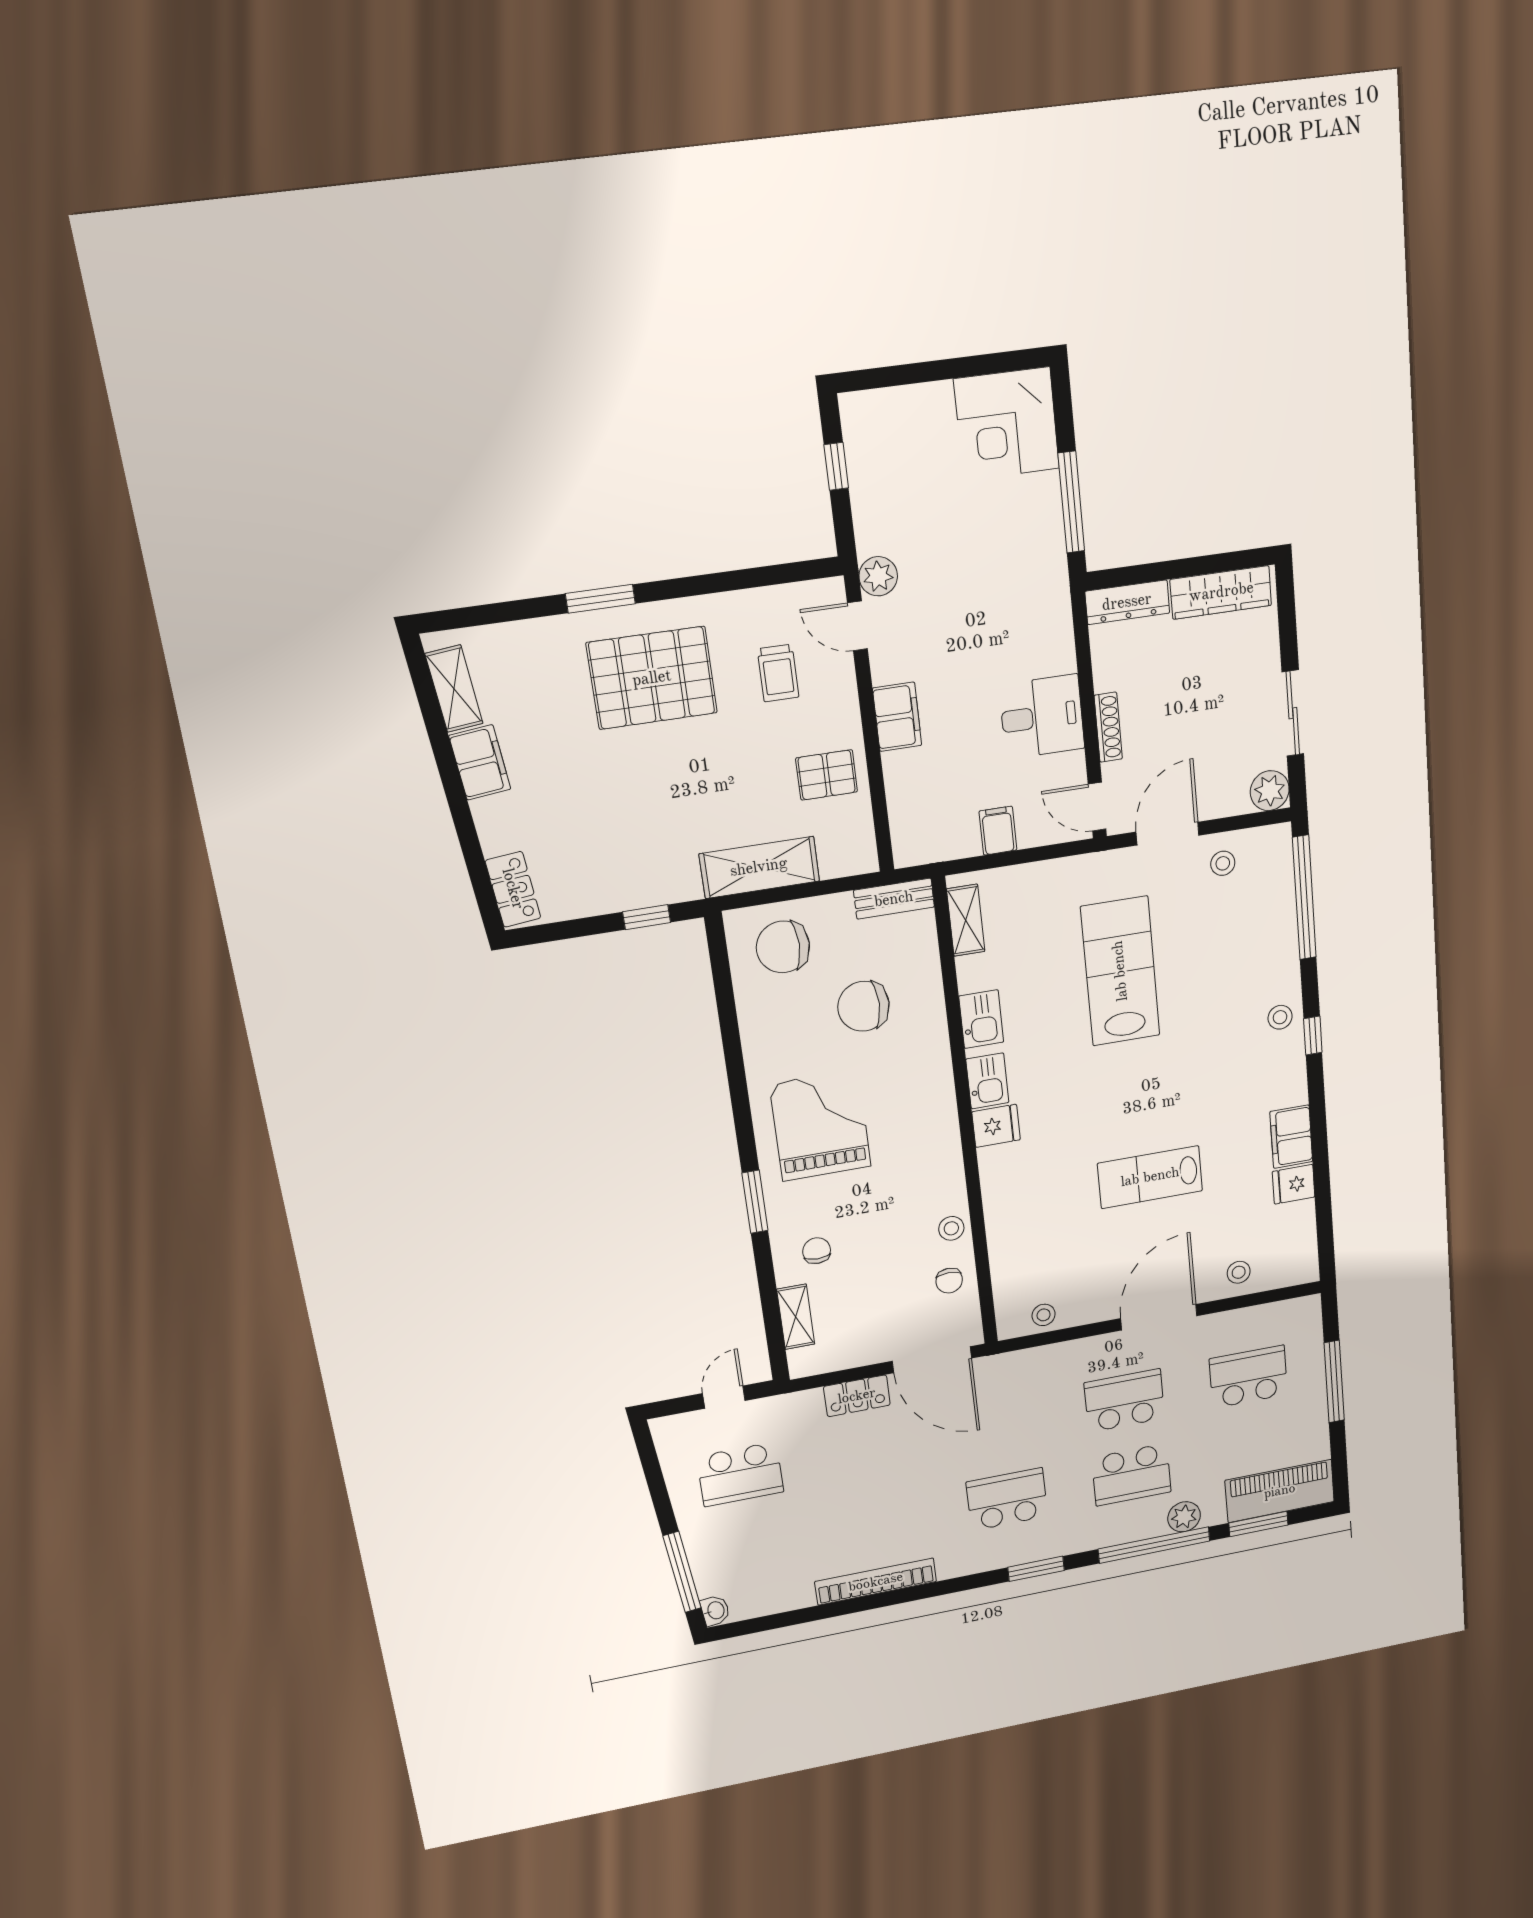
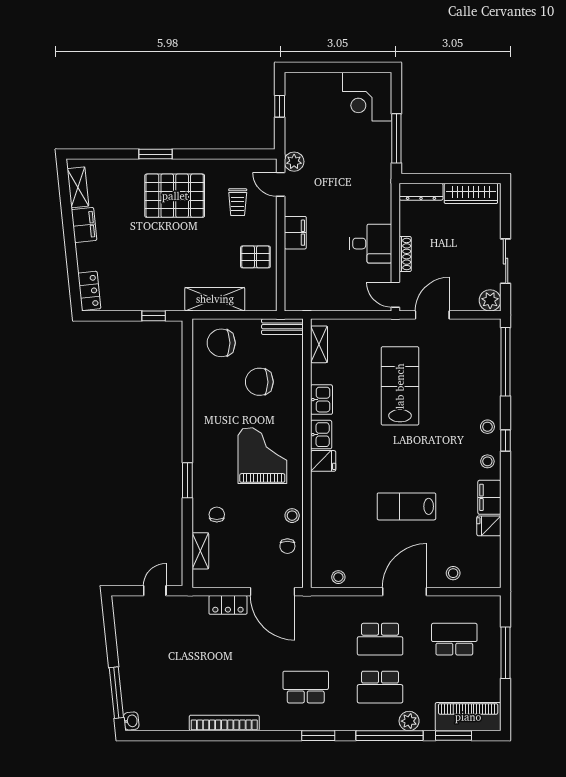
filing cabinet: (998, 831) -> (341, 299), removed
stool: (1223, 863) -> (487, 461), moved
grand piano: (820, 1125) -> (262, 456), moved
school desk: (1124, 1401) -> (380, 639), turned 180
school desk: (740, 1474) -> (157, 639), removed

